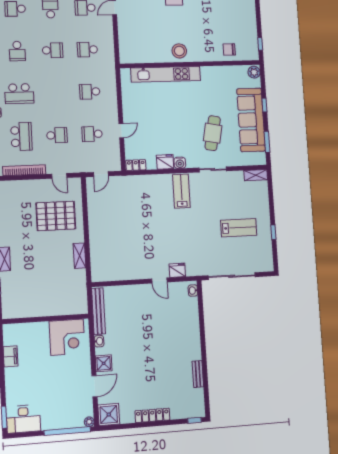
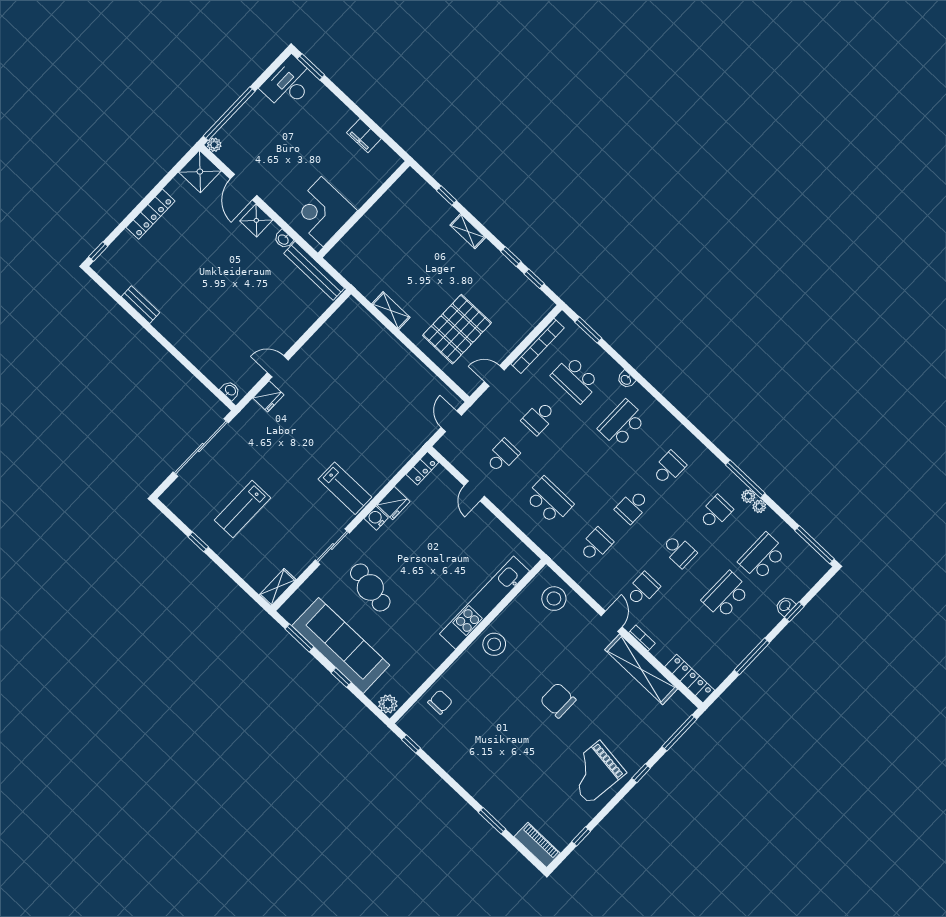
stool: (131, 44) -> (554, 599), added
school desk: (17, 51) -> (669, 468), turned 90
school desk: (90, 92) -> (549, 501), width x1.85

